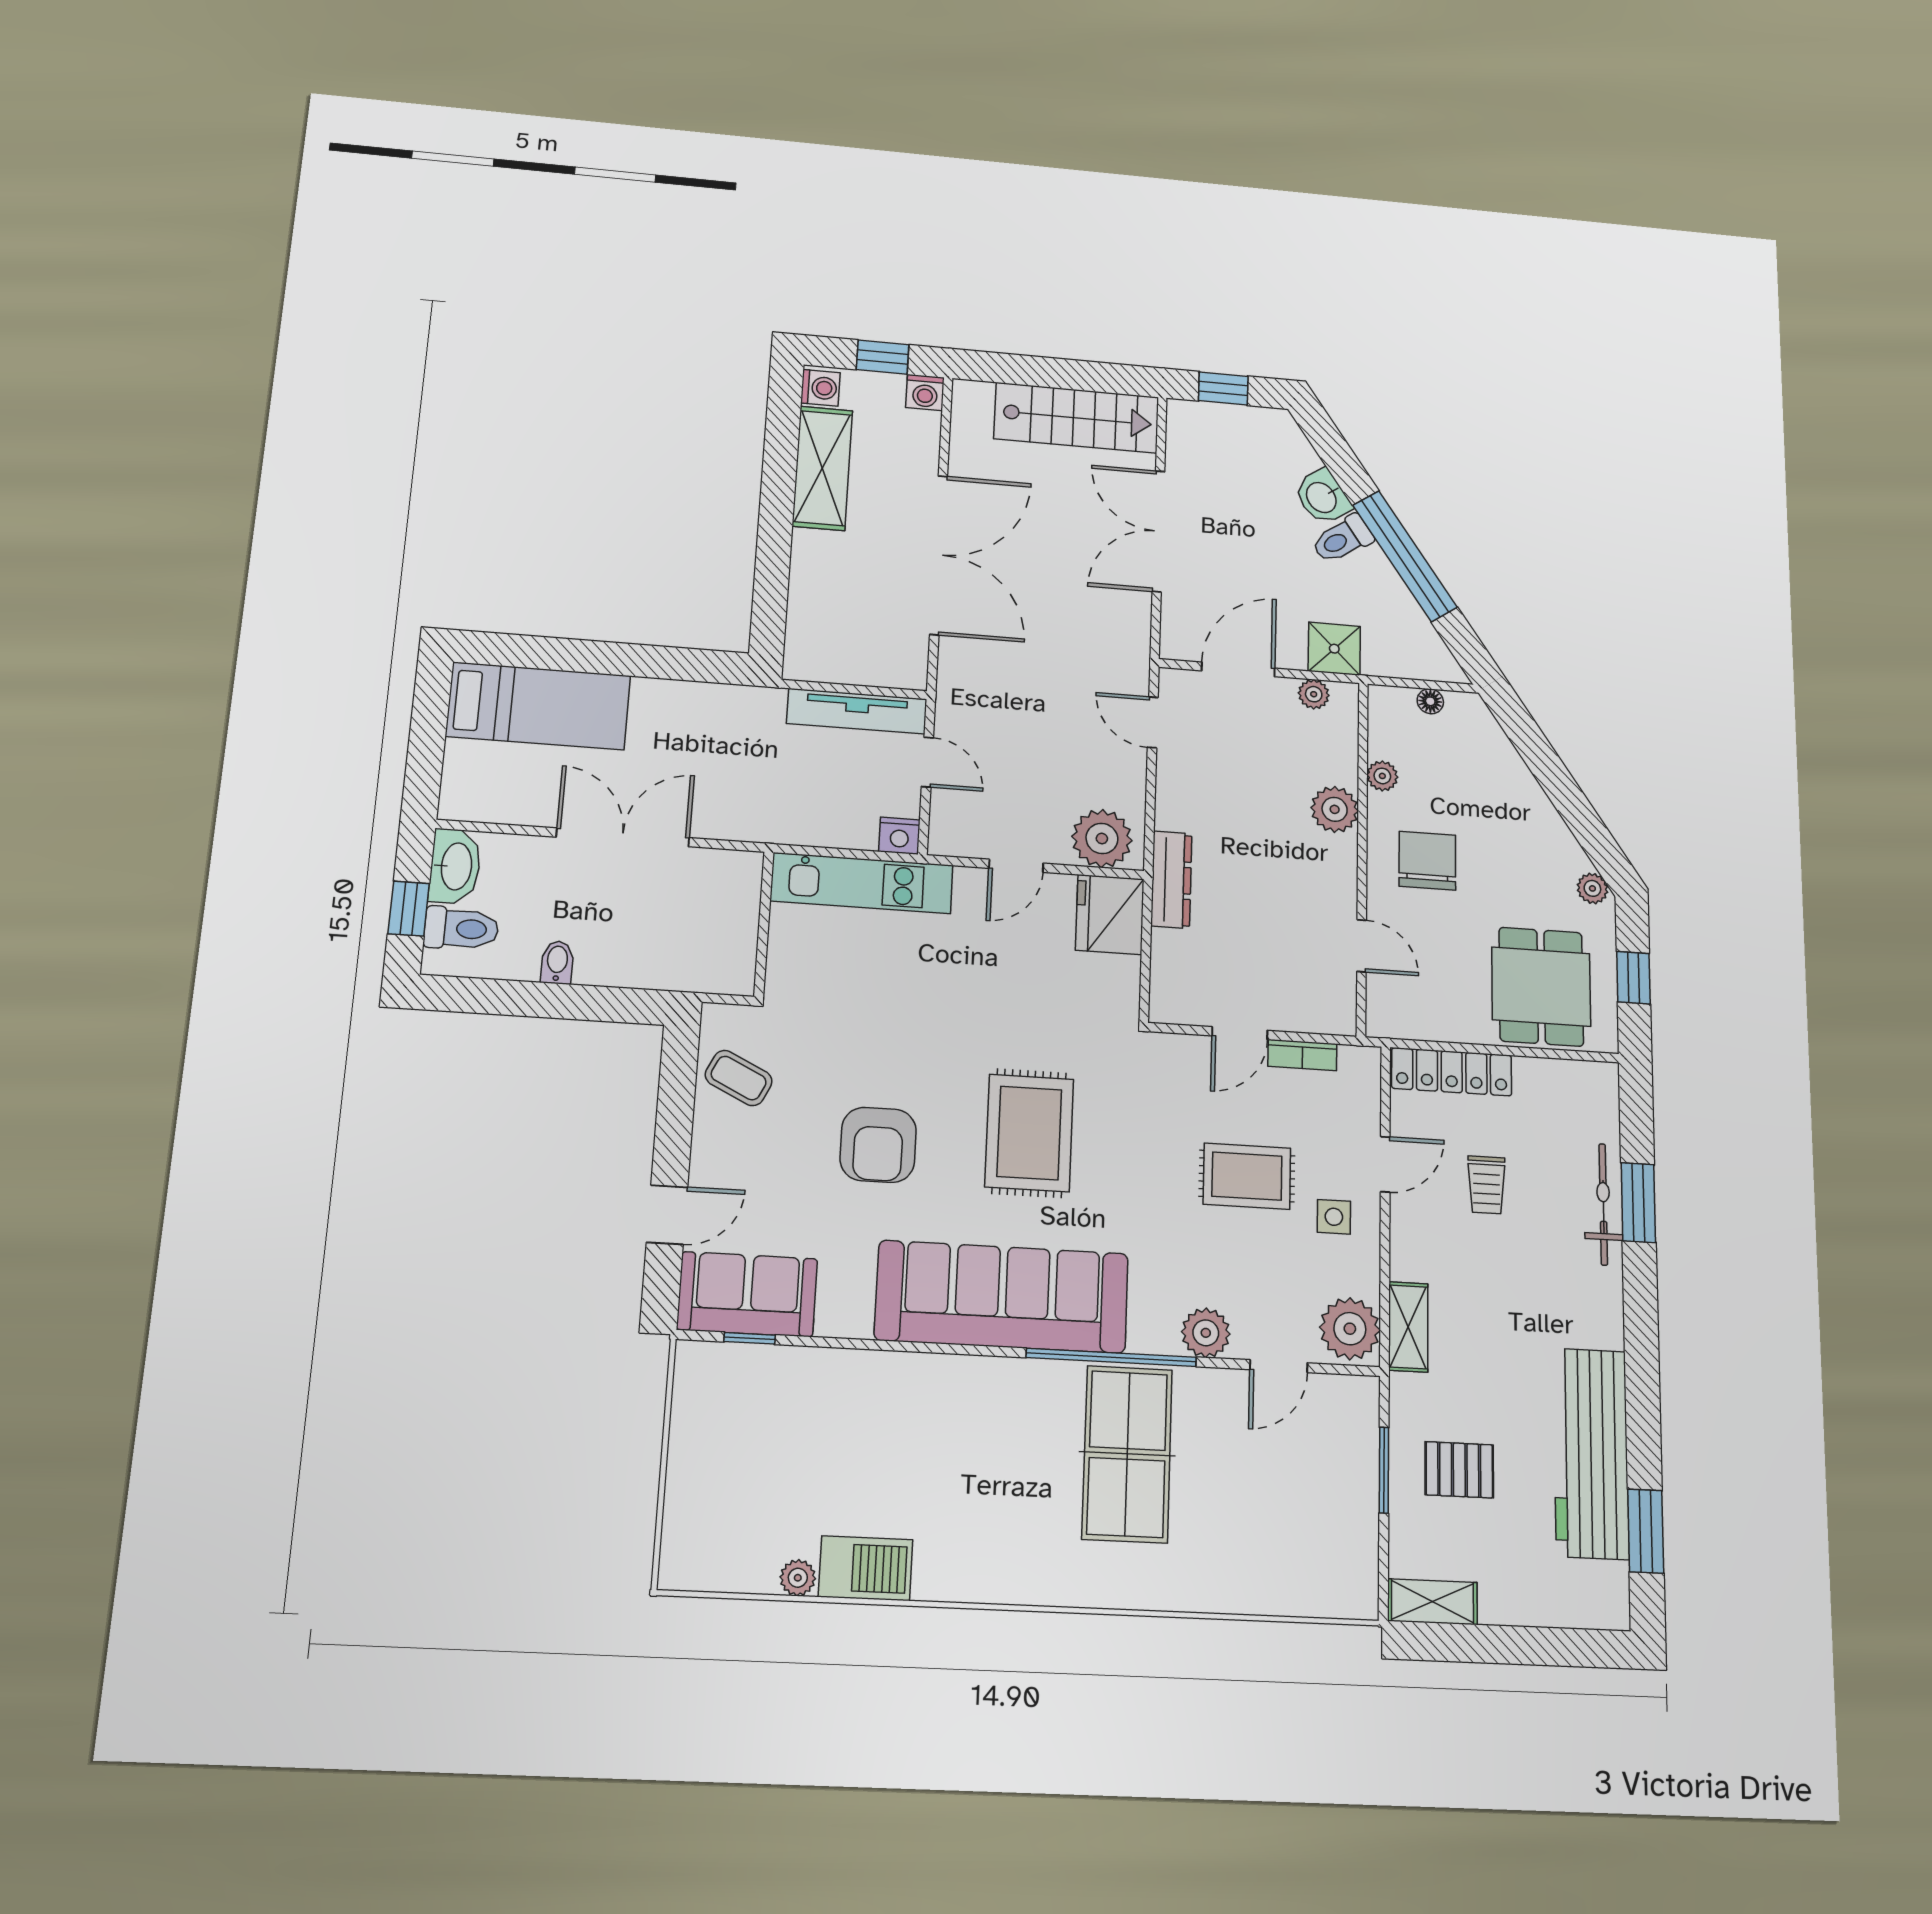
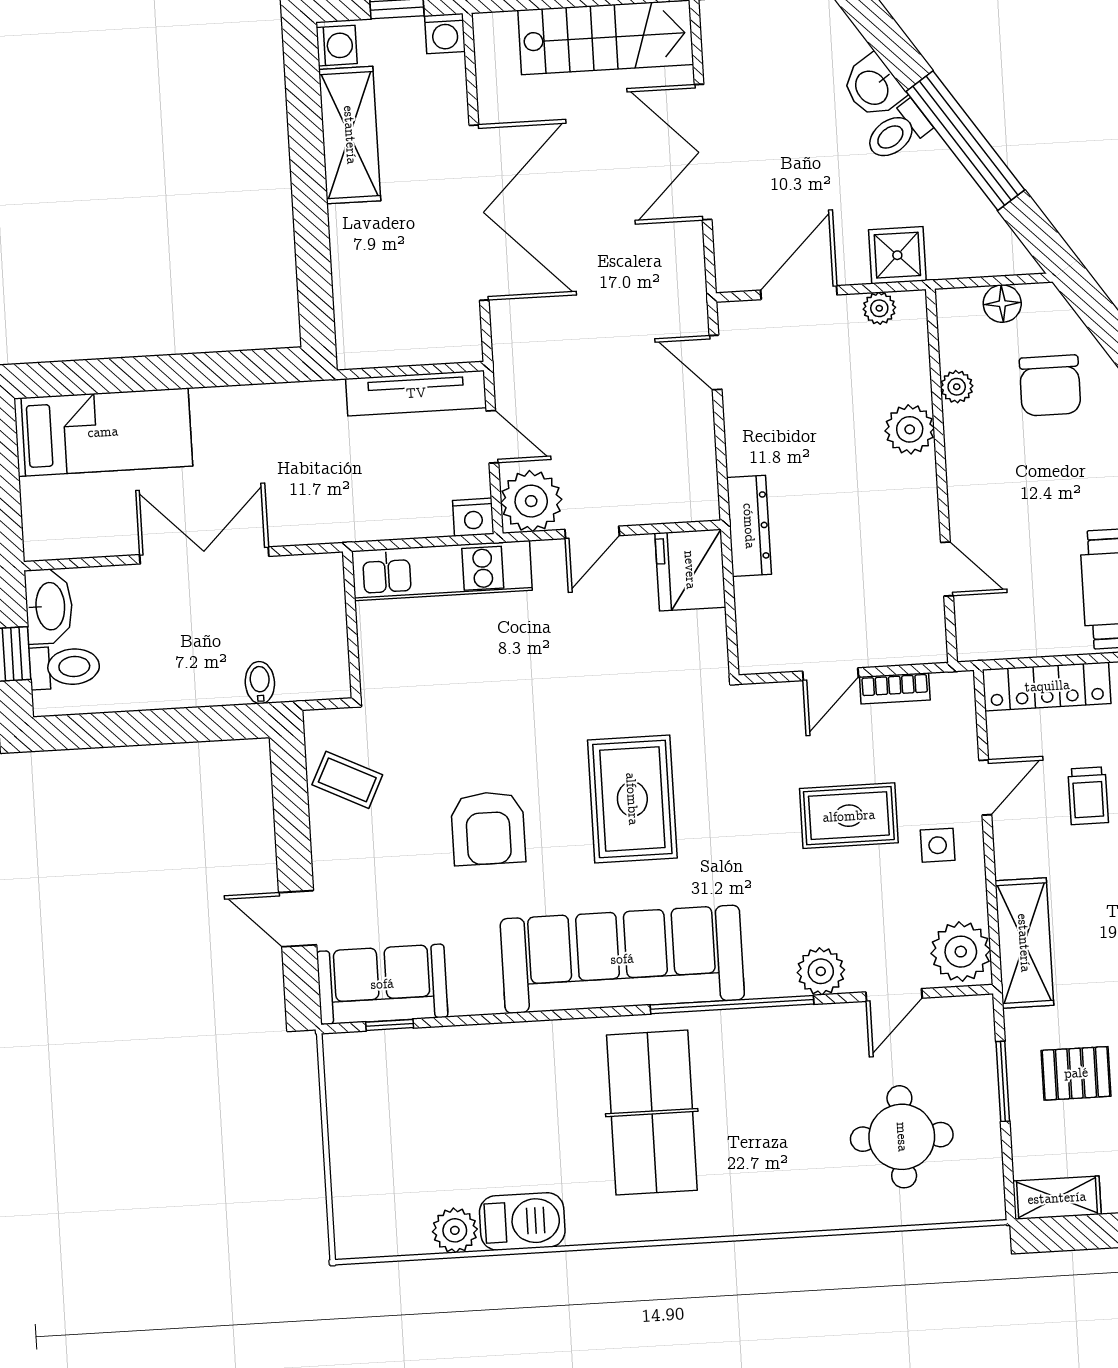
floor lamp: (1430, 701) -> (1002, 304), width x1.37, depth x1.37
plant: (1102, 839) -> (531, 501), moved
chair: (1427, 861) -> (1050, 385), moved, turned 180
bidet: (557, 962) -> (260, 683), moved
door: (667, 1215) -> (298, 919), swing flipped
shelving: (1408, 1327) -> (1024, 943), width x1.50, depth x1.33
table tennis table: (1127, 1454) -> (652, 1113), moved
round table: (1276, 1518) -> (902, 1137), added
plant: (798, 1578) -> (455, 1230), width x1.38, depth x1.38

